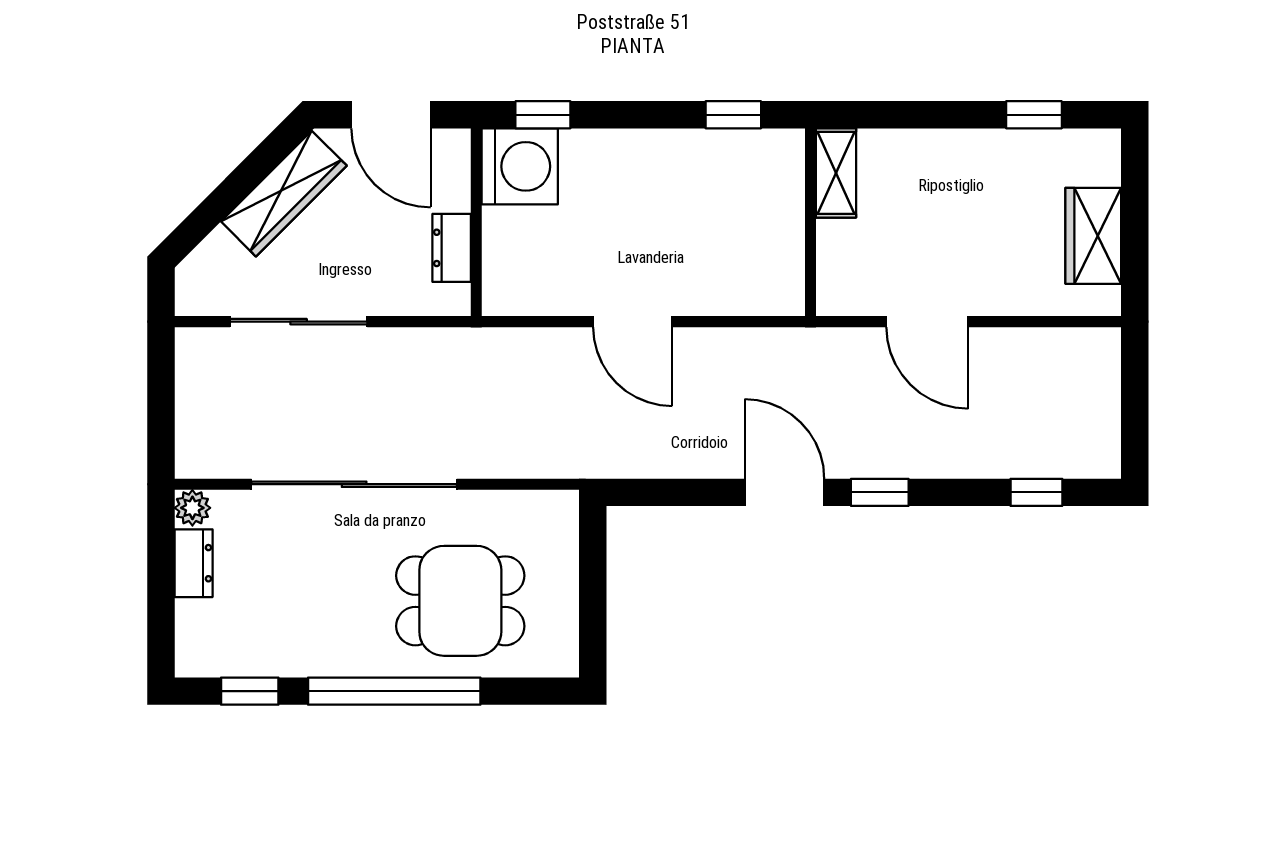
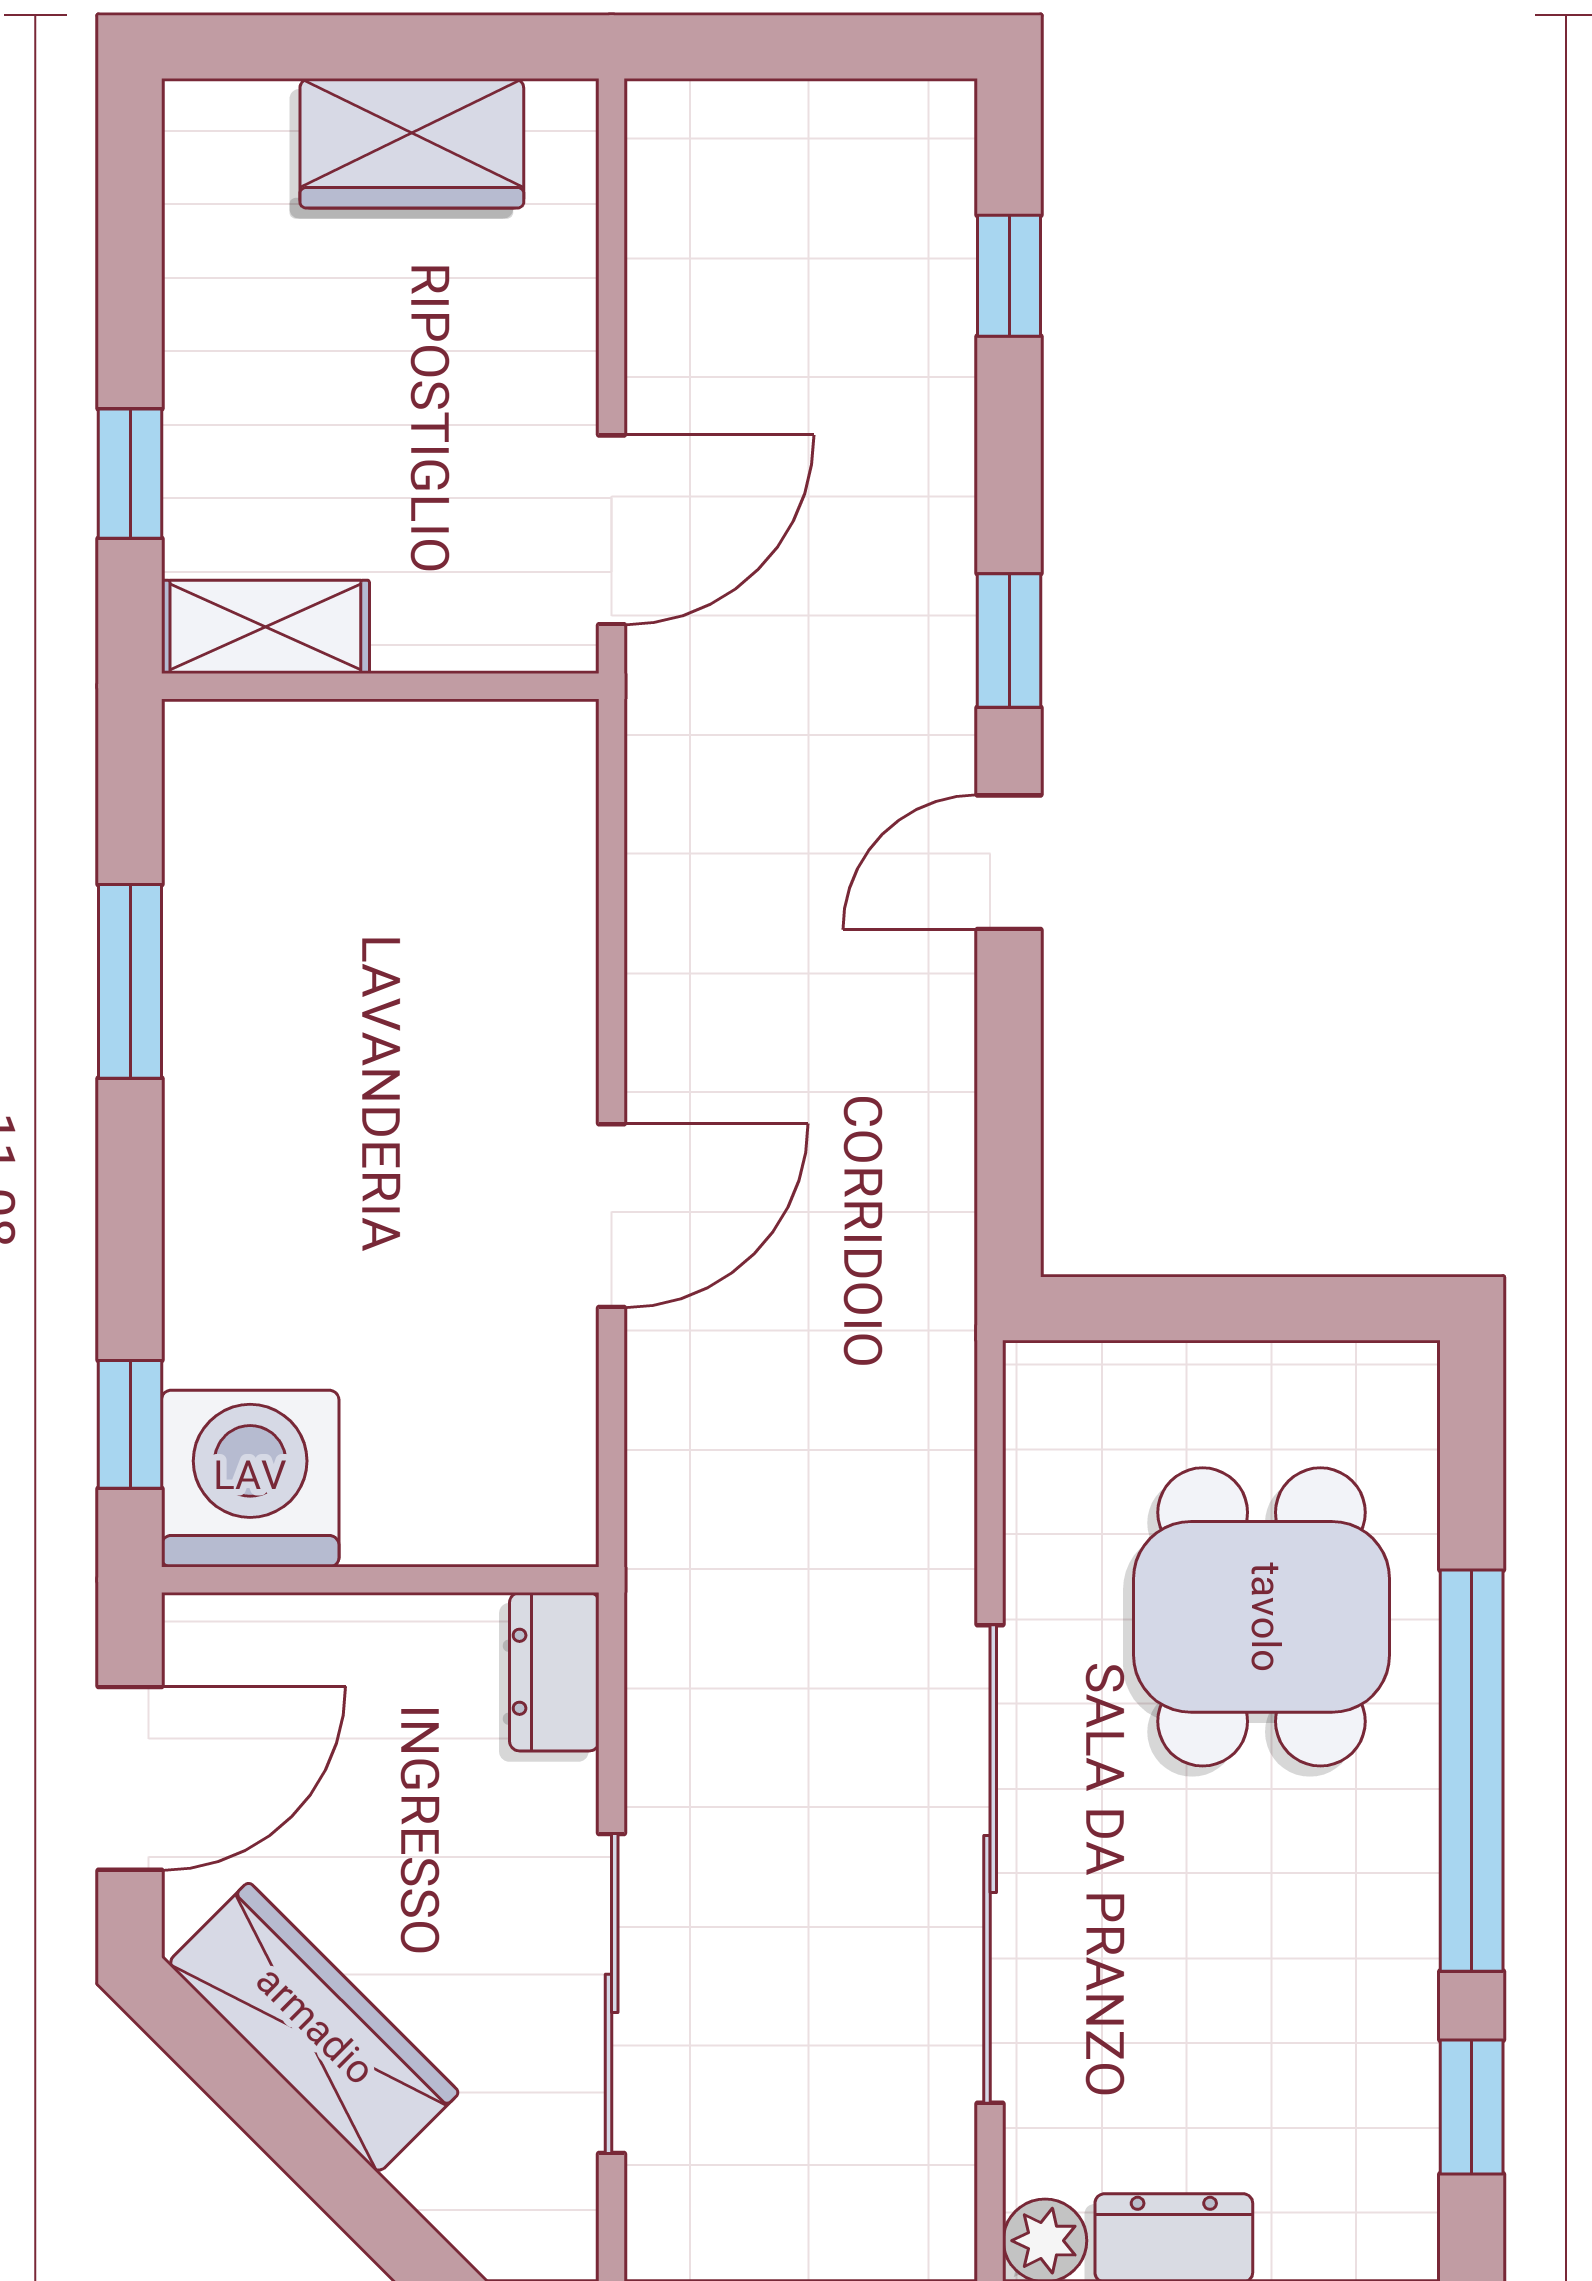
window: (733, 115) -> (130, 981), width x1.50
window: (1034, 115) -> (130, 474), moved
shelving: (836, 173) -> (265, 627), moved
wall: (810, 222) -> (380, 686), moved
dresser: (452, 248) -> (554, 1672), moved, turned 90
door: (784, 492) -> (1009, 862), width x0.73

